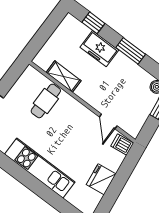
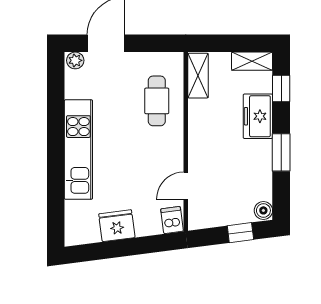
shelving: (65, 28) -> (252, 61), added
shelving: (64, 77) -> (198, 76), moved
cafe table: (46, 101) -> (157, 101), turned 90

